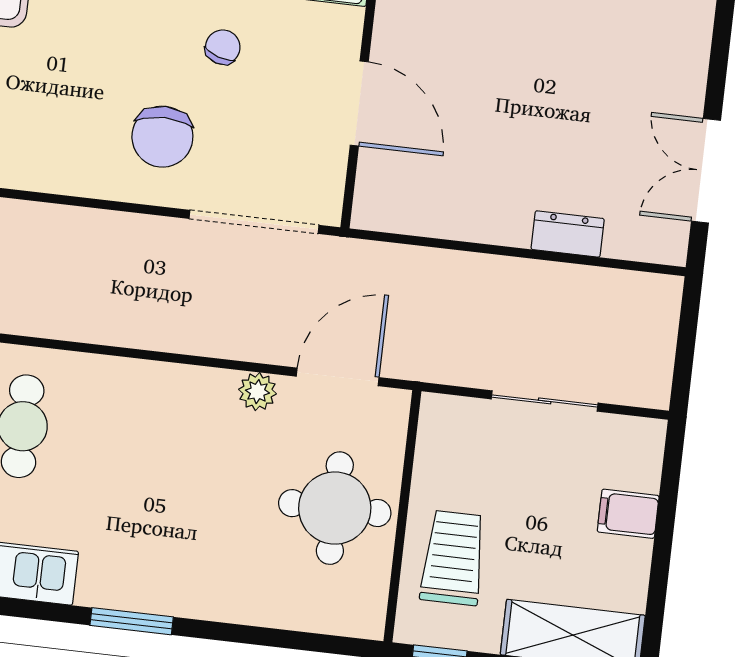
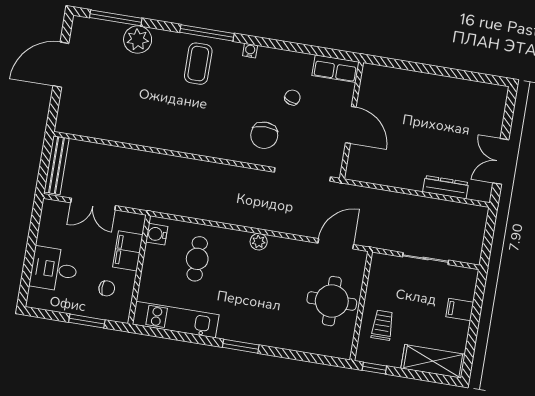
dresser: (568, 234) -> (446, 187), width x1.44
plant: (258, 392) -> (259, 242), moved
trolley: (453, 558) -> (382, 325), width x0.73, depth x0.72

